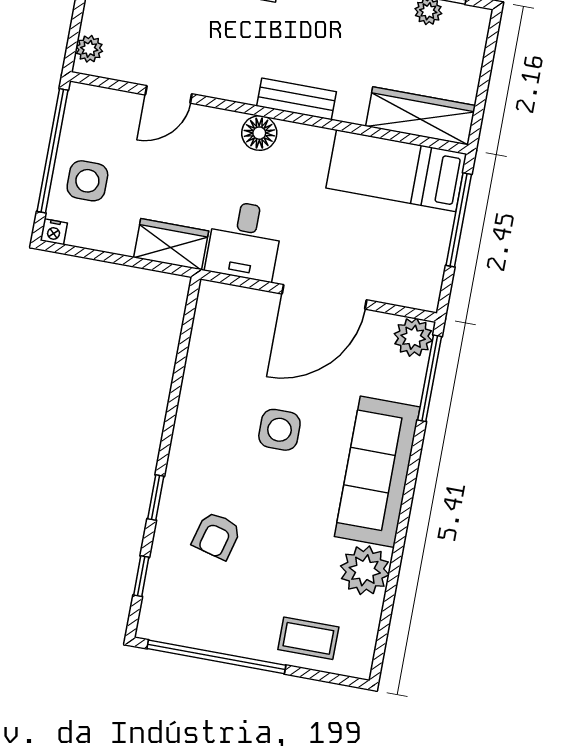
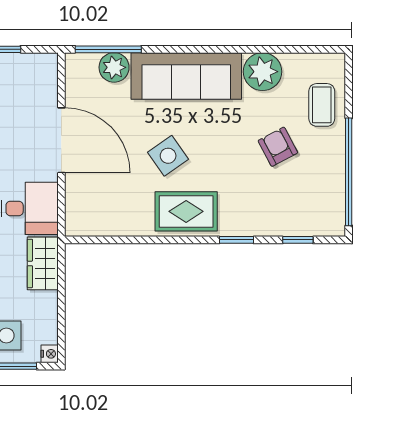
plant: (413, 337) -> (114, 67), moved
side table: (279, 430) -> (168, 156), turned -35
rug: (204, 440) -> (186, 211), added
armchair: (217, 536) -> (278, 147), moved, turned -133

